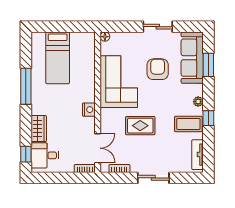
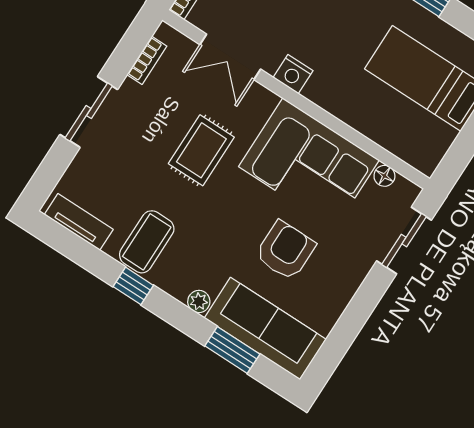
sliding door: (158, 27) -> (404, 241), moved
floor lamp: (105, 37) -> (384, 176), moved
armchair: (158, 69) -> (285, 250), turned -90
plant: (198, 102) -> (199, 301), moved
double door: (98, 148) -> (230, 57), moved

